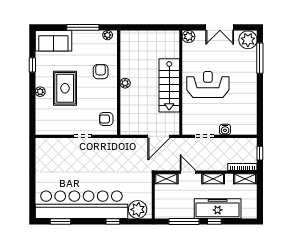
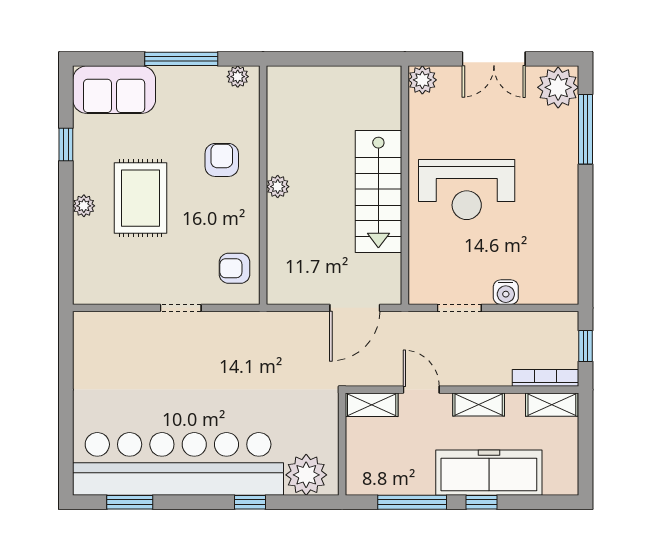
reception desk: (208, 85) -> (467, 190), turned 180

